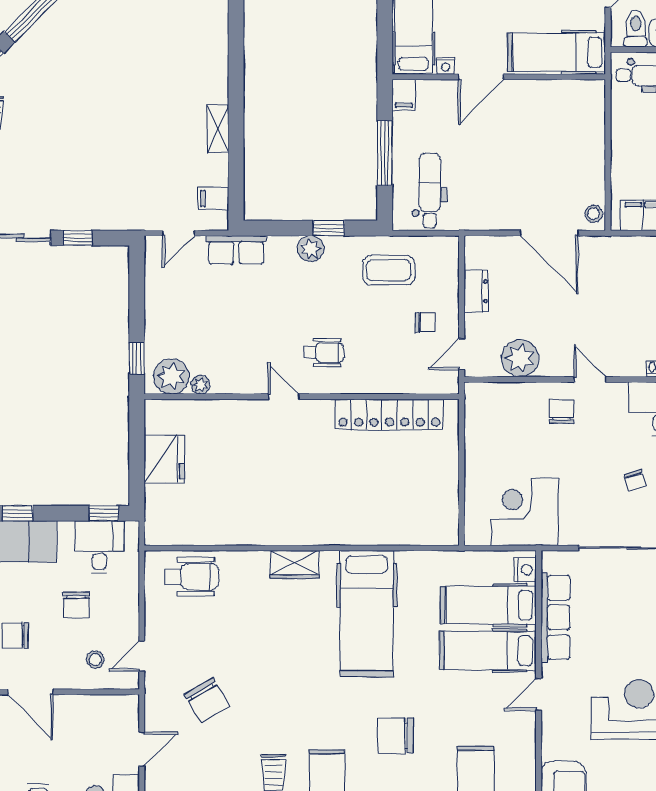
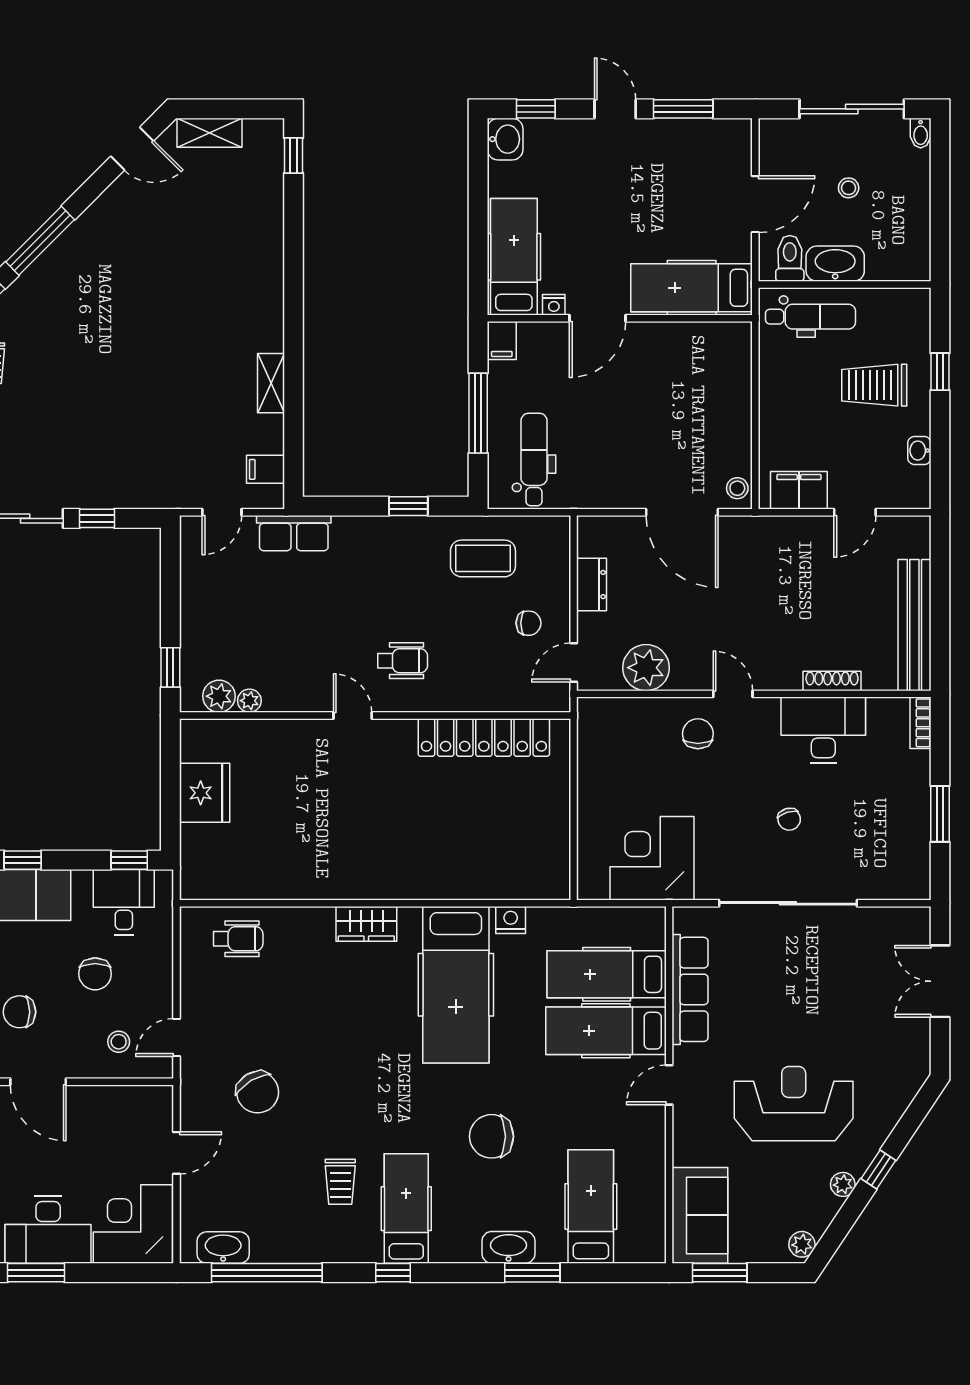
plant: (311, 249) -> (386, 532), removed
plant: (171, 376) -> (219, 696), width x0.73, depth x0.73
nightstand: (525, 570) -> (511, 920), moved, turned -90
wheelchair: (191, 577) -> (238, 939), width x0.73, depth x0.73

